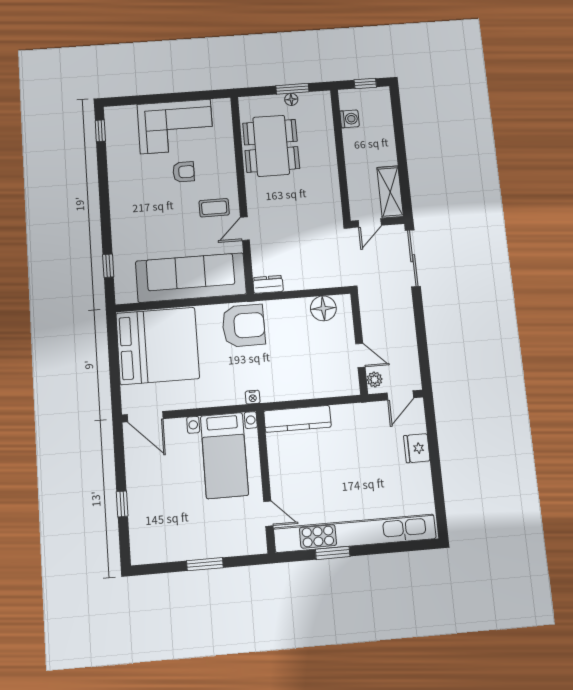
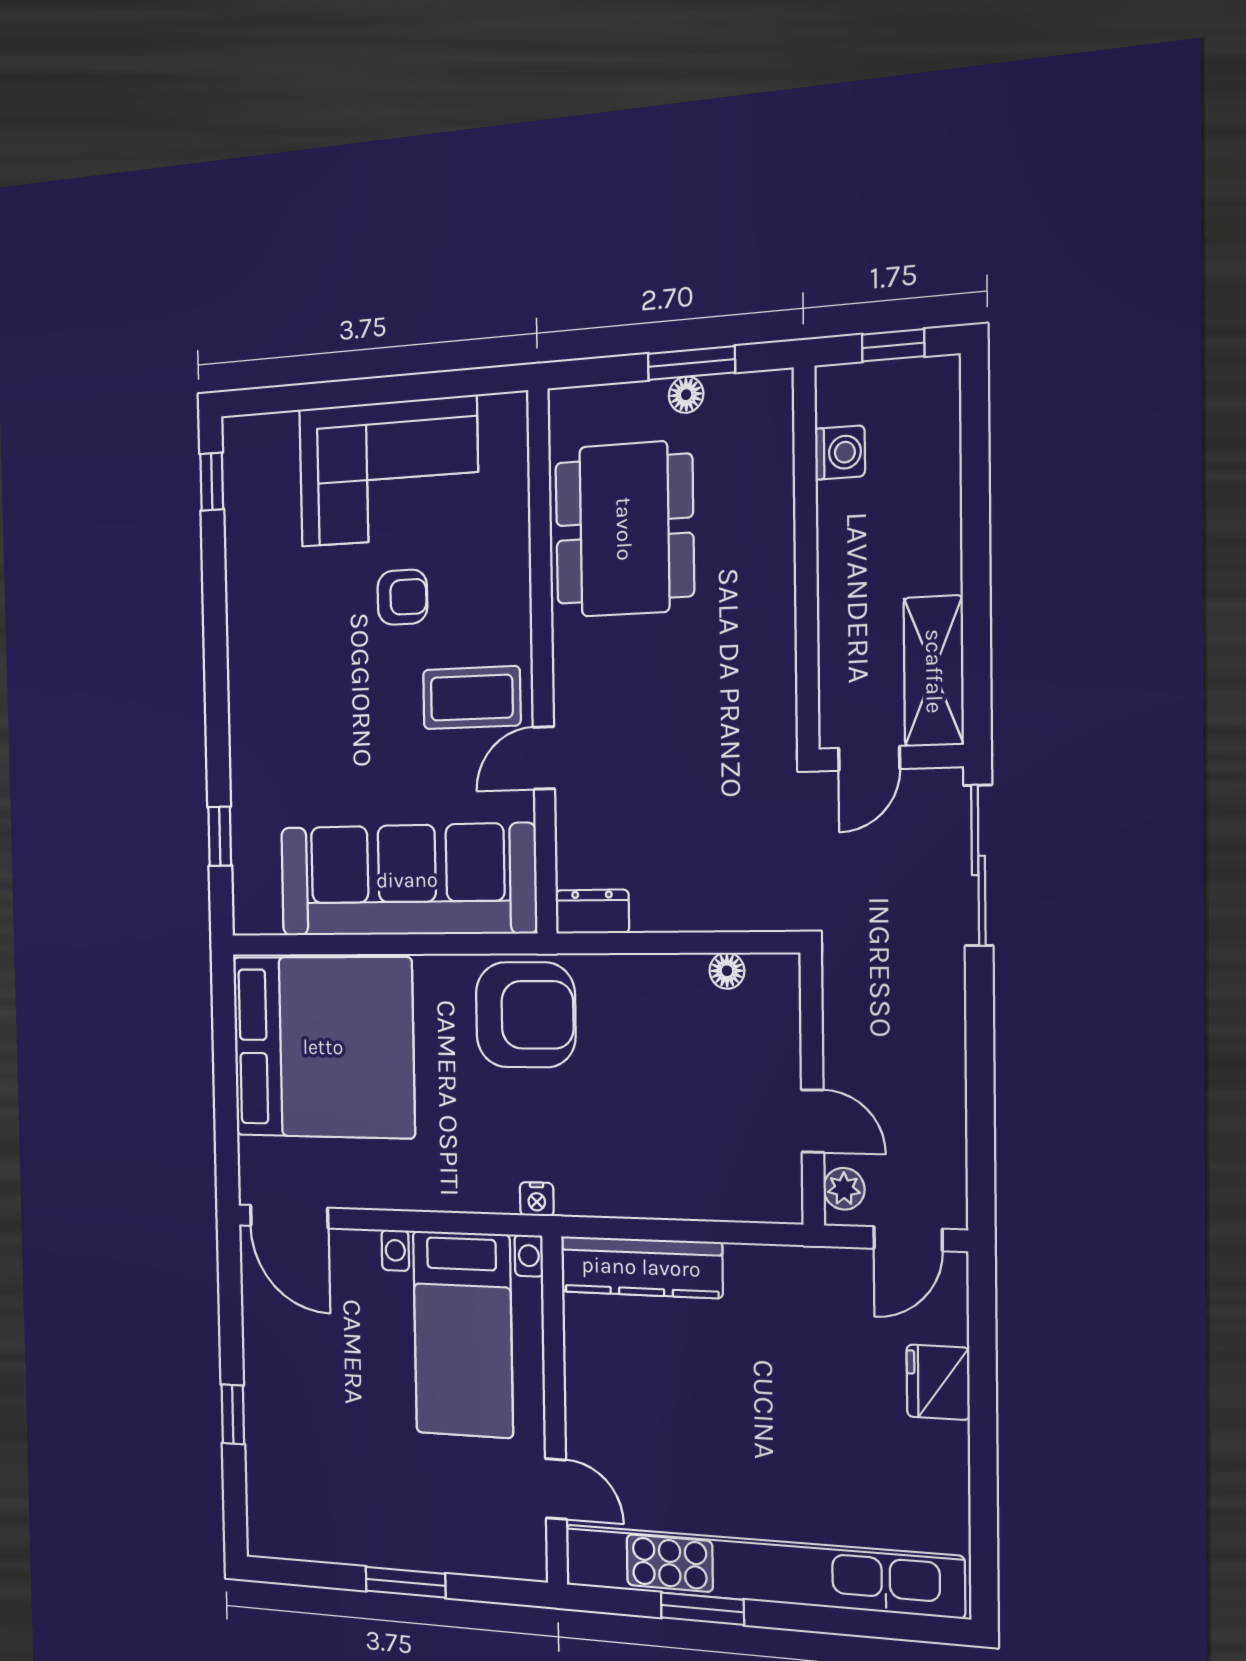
coffee table: (214, 208) -> (472, 698), width x1.36, depth x1.30
floor lamp: (323, 308) -> (727, 971), width x0.53, depth x0.53

